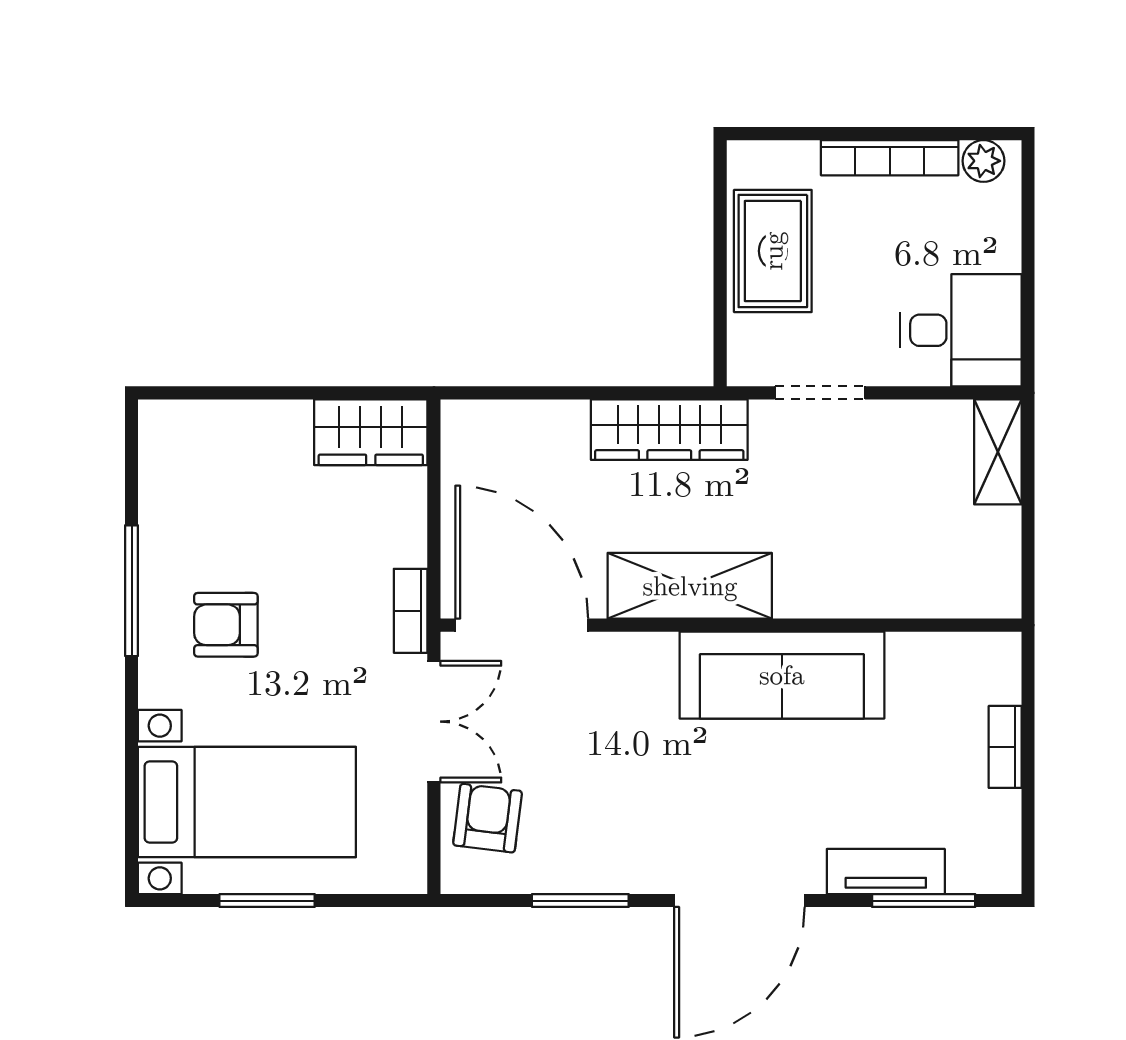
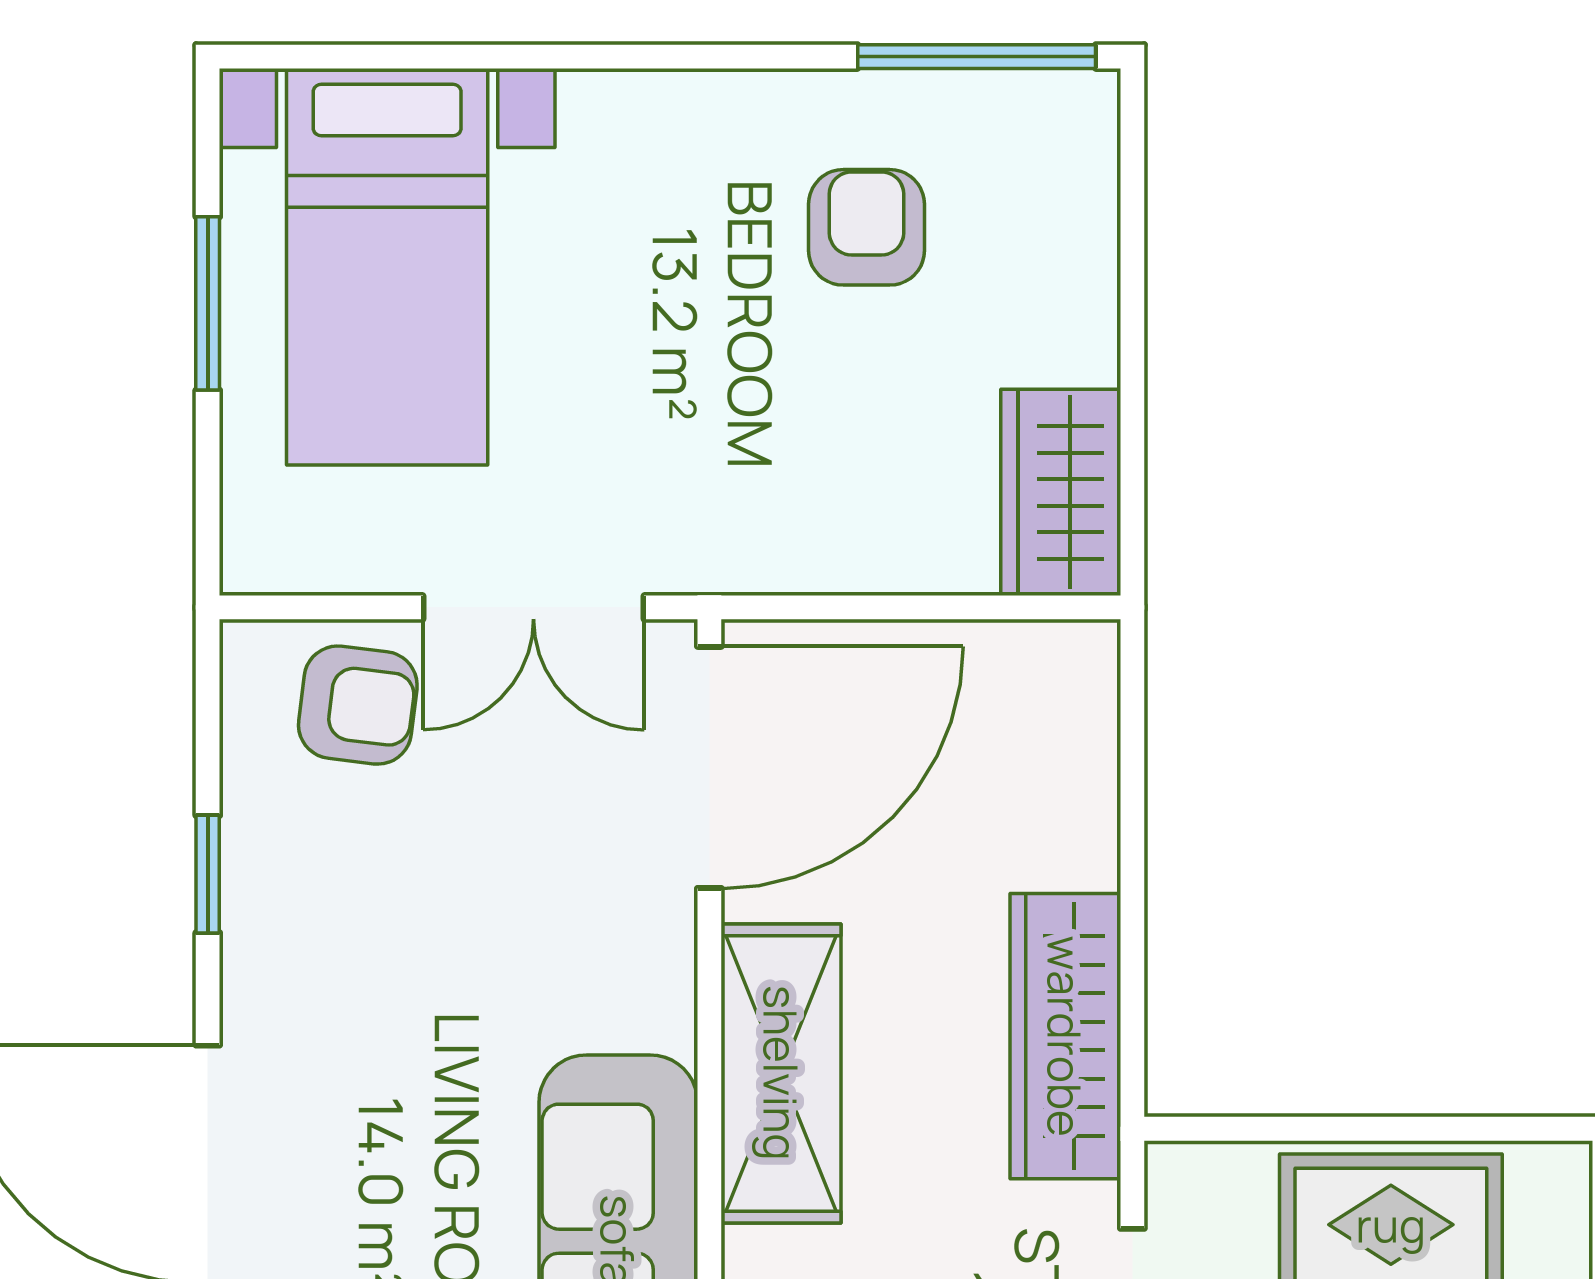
window: (132, 591) -> (977, 57), moved
bookcase: (411, 611) -> (735, 565), removed
armchair: (226, 625) -> (867, 227), moved
window: (580, 901) -> (208, 874), width x0.67

